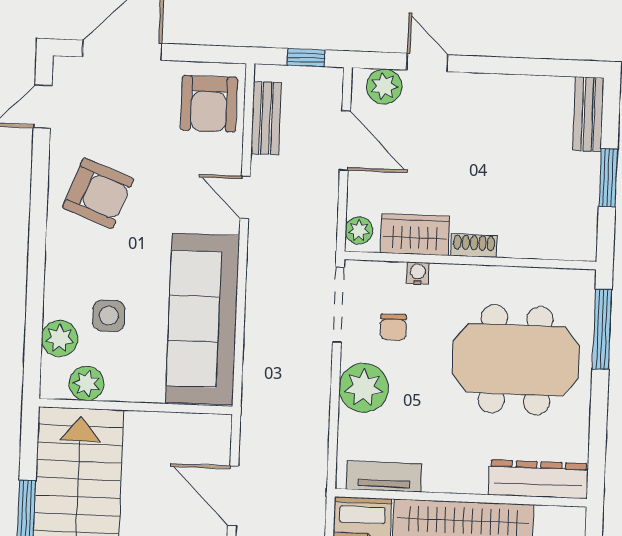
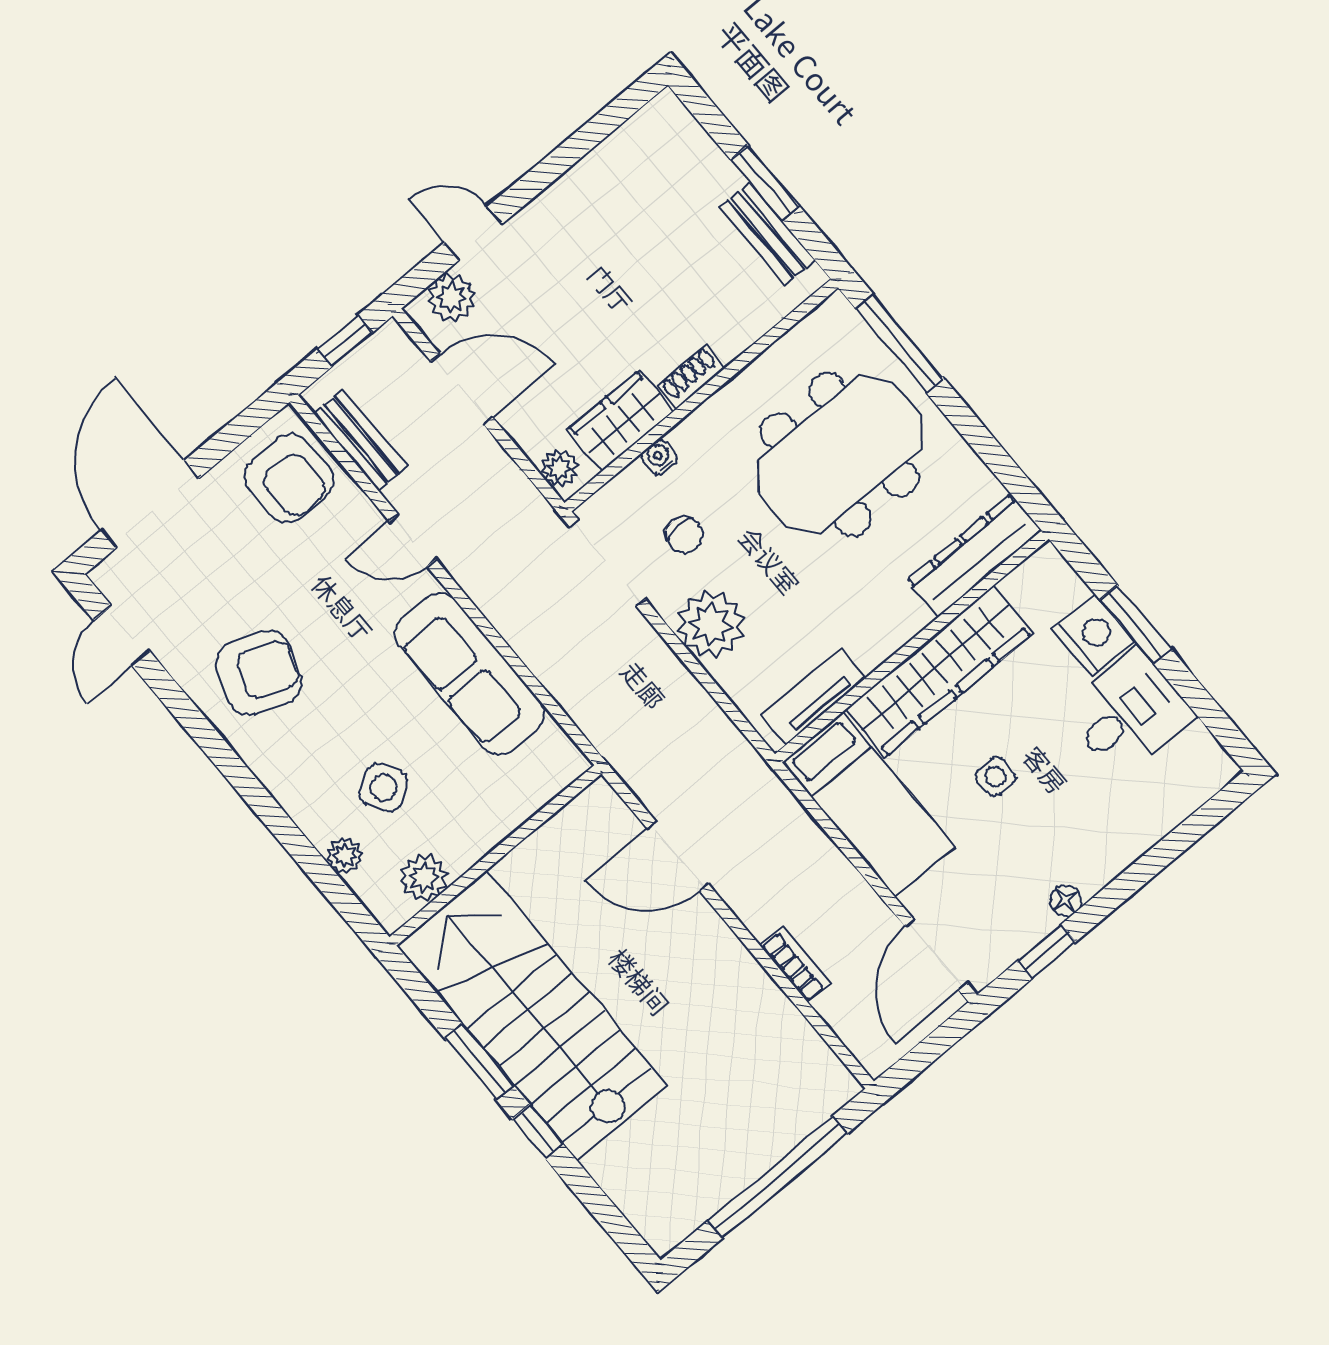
bench: (588, 114) -> (767, 233), moved
side table: (109, 316) -> (383, 788), turned -30
sofa: (203, 319) -> (470, 674), width x0.74, depth x0.79
plant: (60, 338) -> (345, 856), width x0.73, depth x0.73

